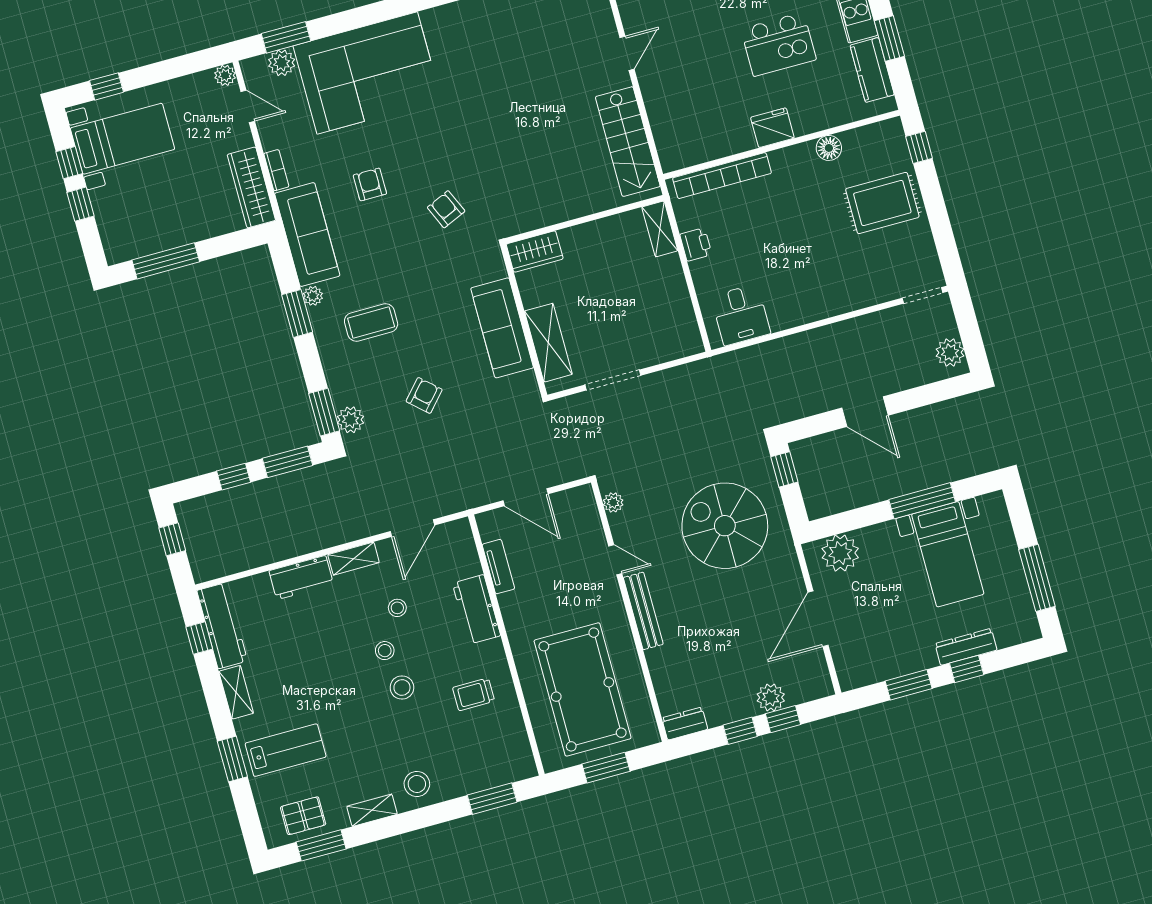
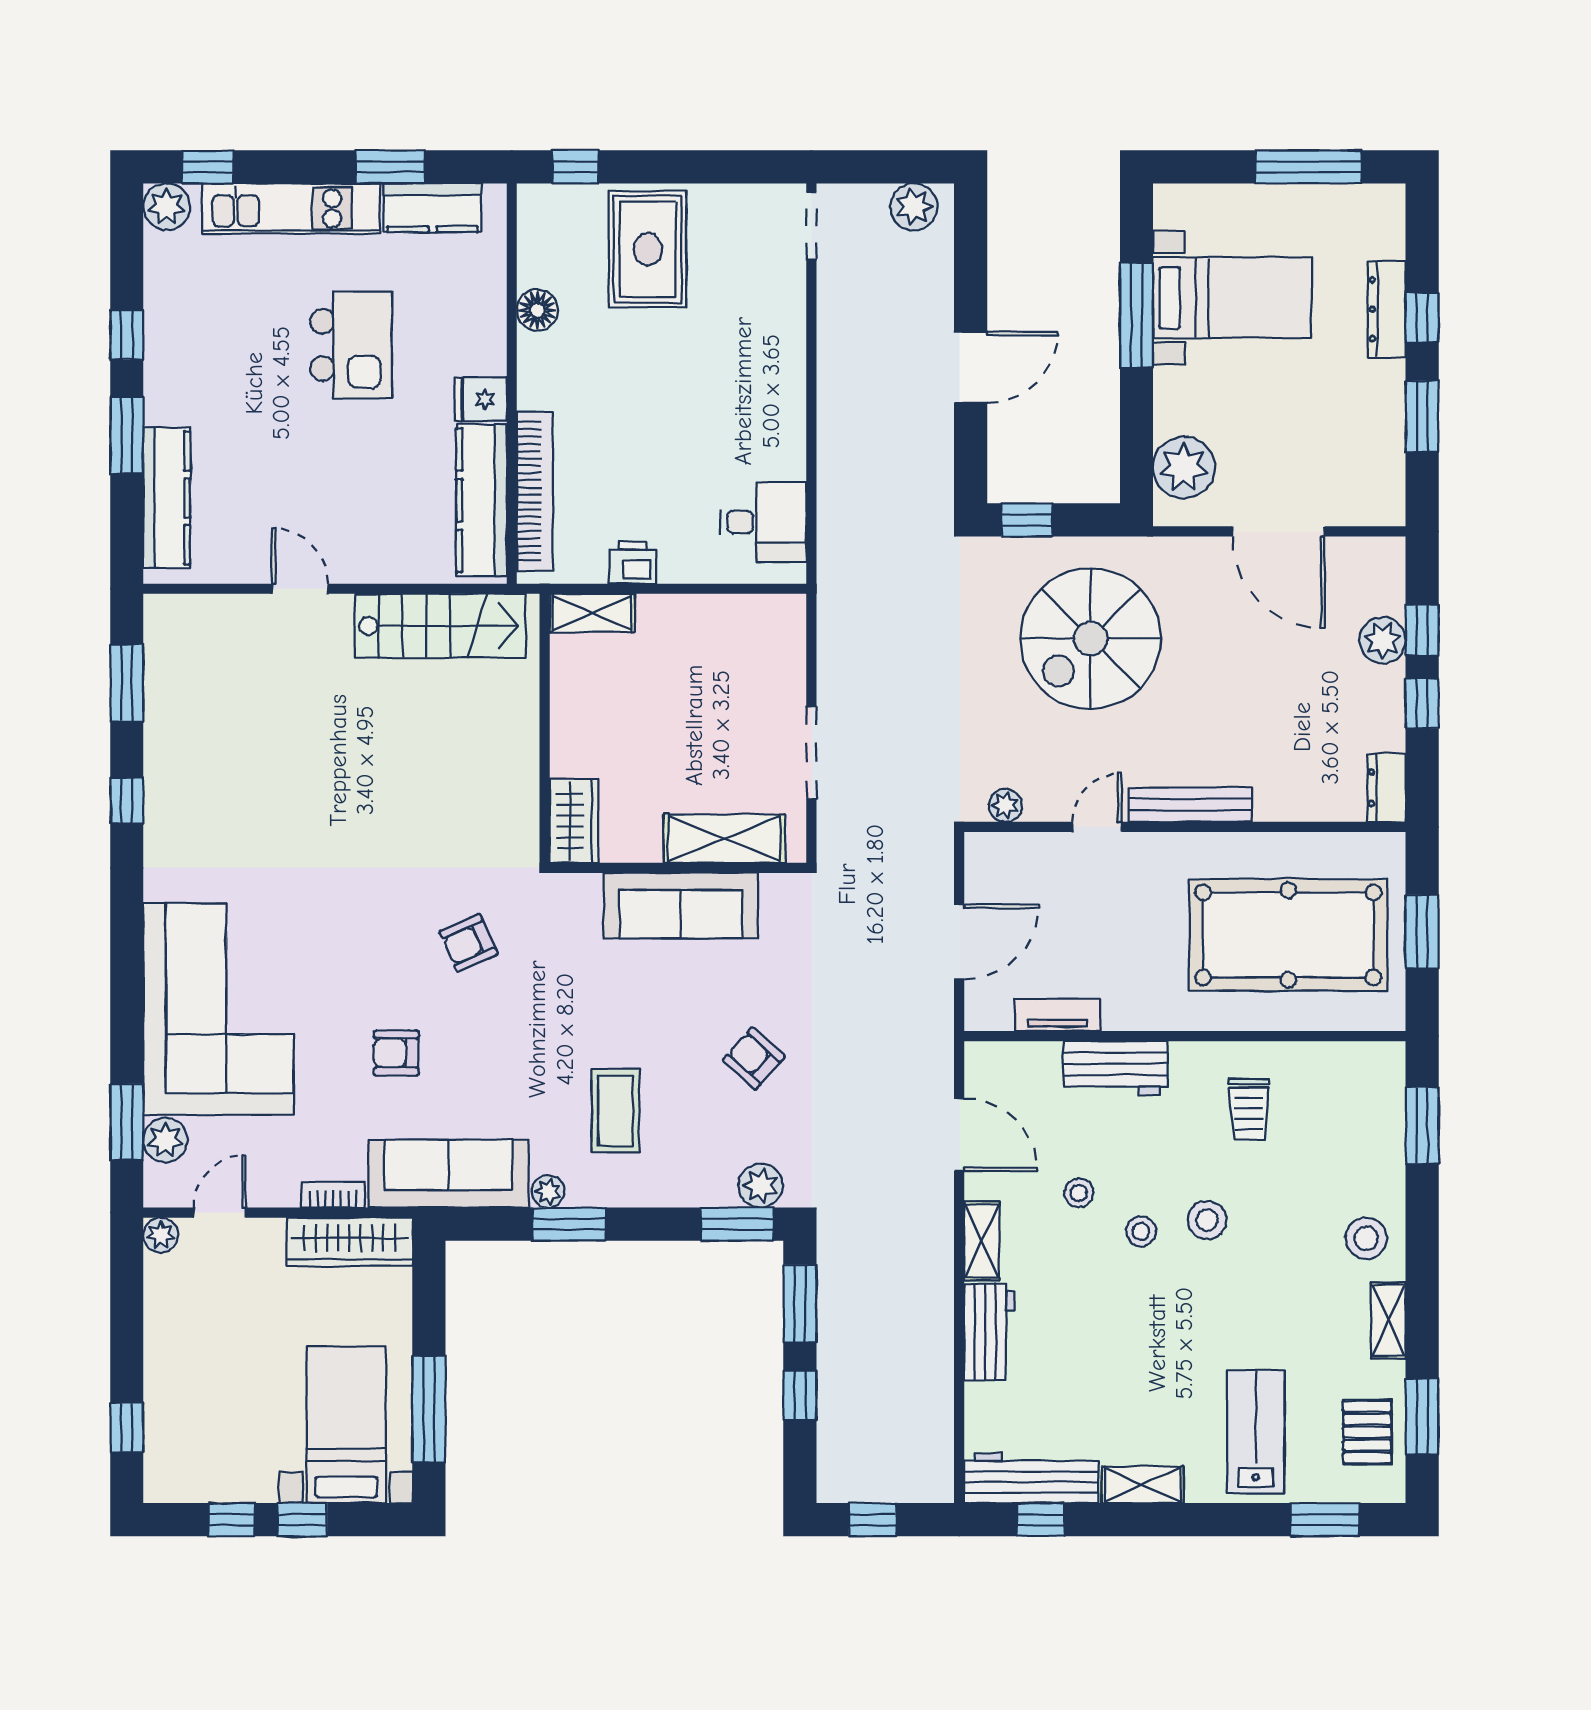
fridge: (772, 128) -> (481, 399), width x0.72
bed with nightstands: (123, 139) -> (346, 1425), moved
kitchen counter: (708, 146) -> (482, 500), added
window: (232, 759) -> (1325, 1520), moved

